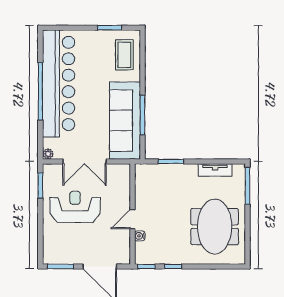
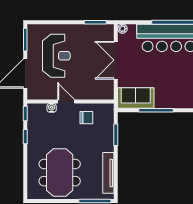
sofa: (125, 121) -> (136, 98), width x0.54, depth x0.79
tv unit: (215, 170) -> (108, 173), width x1.41
chair: (151, 195) -> (86, 118), added
reception desk: (75, 207) -> (56, 56), moved
meeting table: (215, 227) -> (60, 173), turned 90

